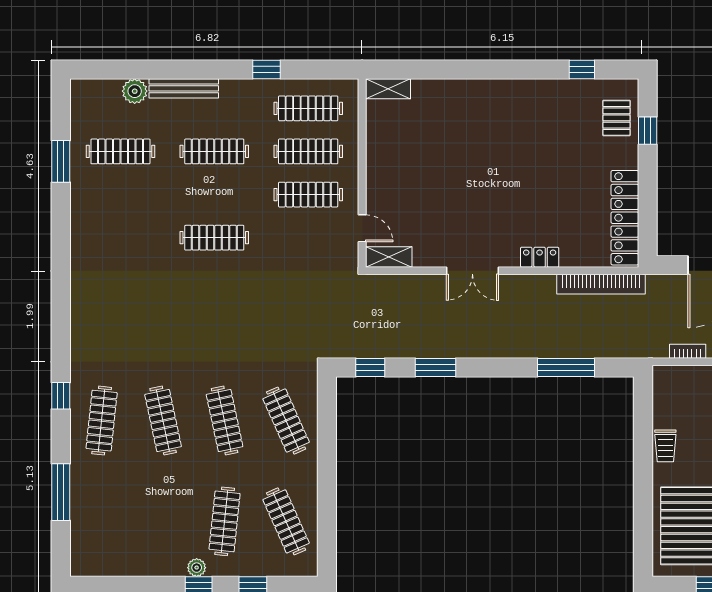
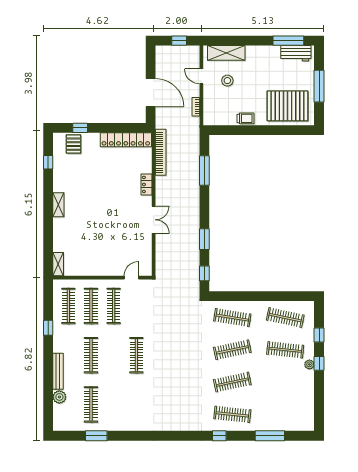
pallet: (617, 118) -> (73, 144), turned 90
shelving: (389, 257) -> (58, 205), moved
clothes rail: (286, 421) -> (232, 318), turned 33
clothes rail: (286, 521) -> (285, 318), turned 36

